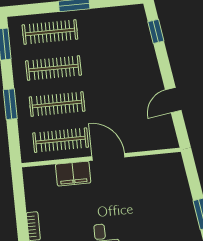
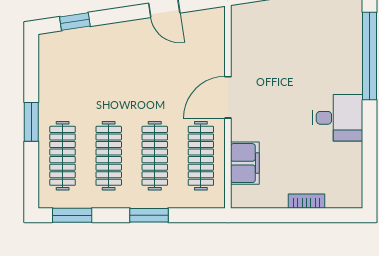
filing cabinet: (73, 174) -> (245, 163), moved

